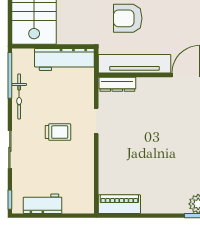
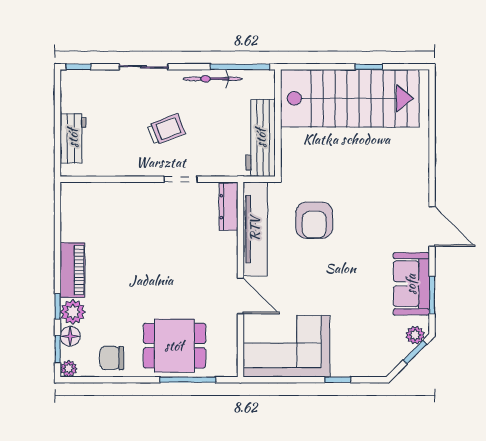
armchair: (128, 18) -> (314, 220), turned 180
trolley: (58, 132) -> (166, 129), turned -111
workbench: (43, 204) -> (73, 138), moved
piano: (119, 204) -> (72, 270), moved

